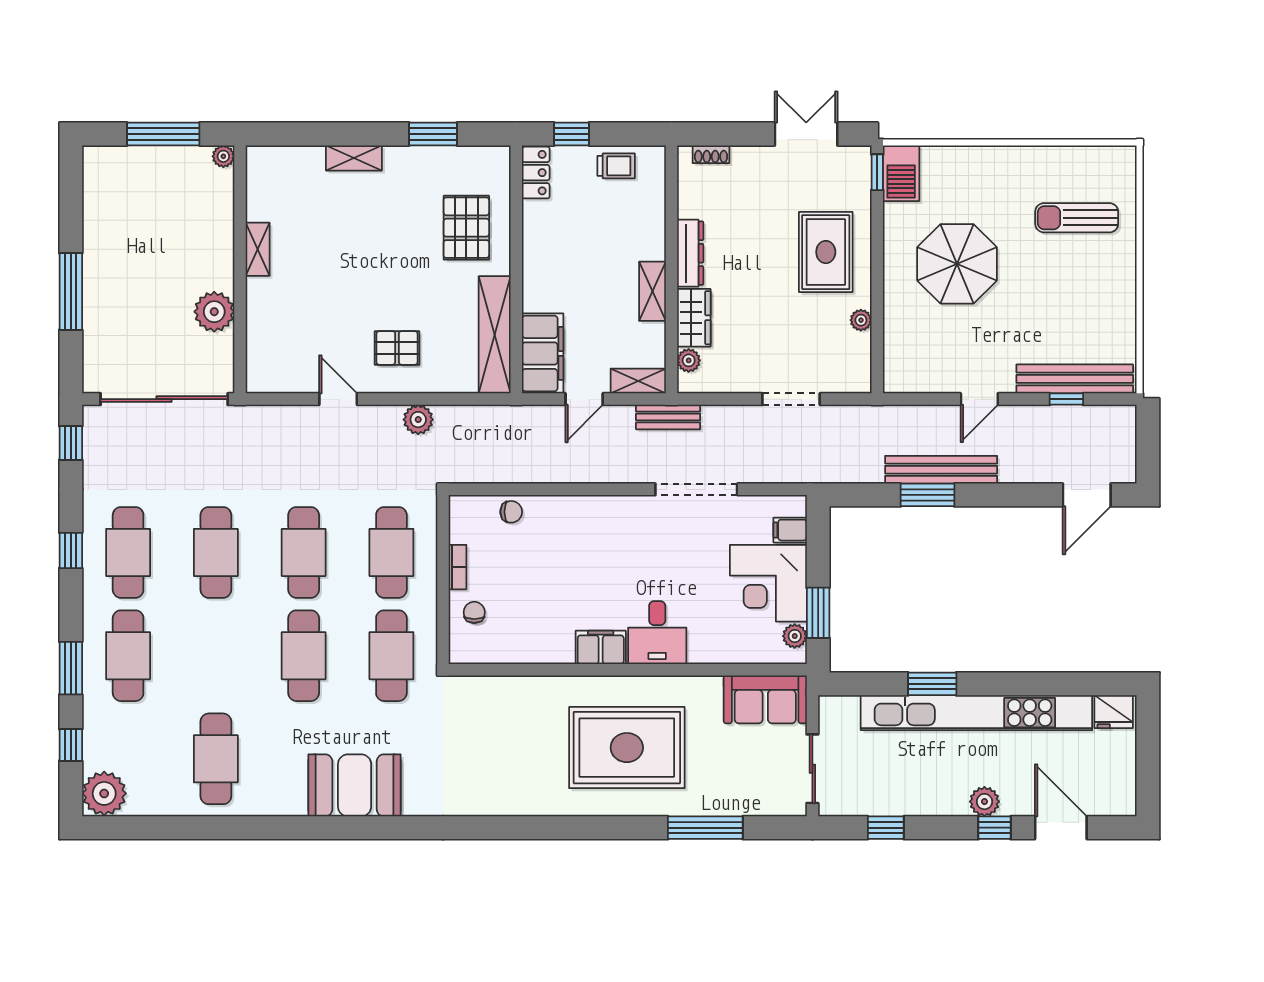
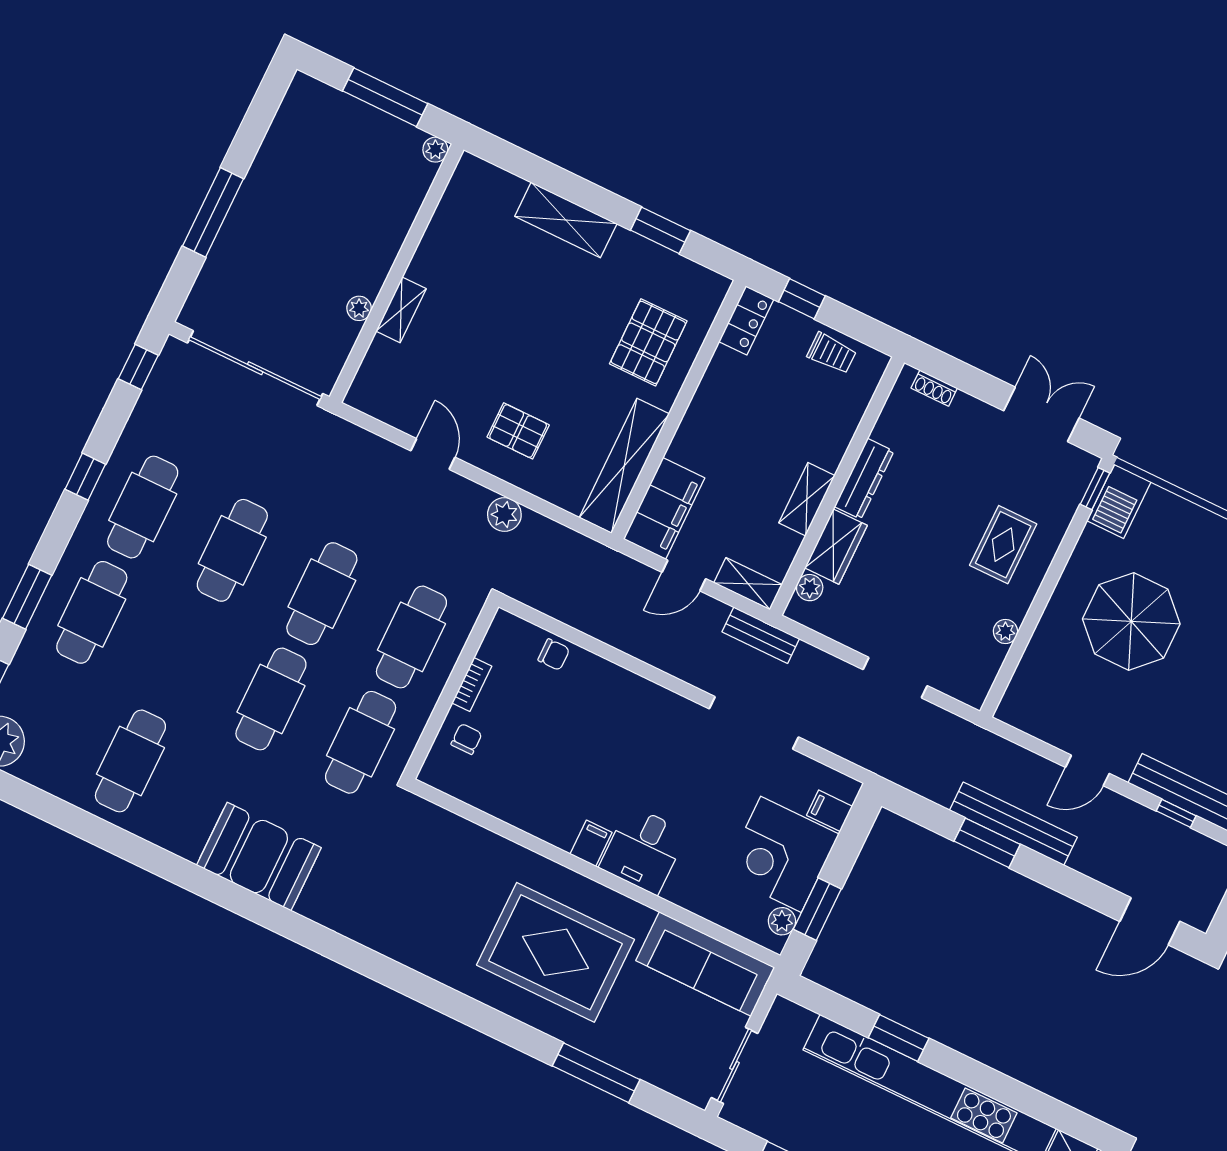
shelving: (354, 158) -> (566, 220), width x1.50, depth x1.33
shelving: (258, 249) -> (401, 310), moved
rug: (826, 252) -> (1003, 545), width x0.73, depth x0.70
plant: (214, 312) -> (359, 308), width x0.53, depth x0.53
filing cabinet: (601, 647) -> (591, 843), width x0.50
sofa: (765, 699) -> (705, 964), width x1.36

